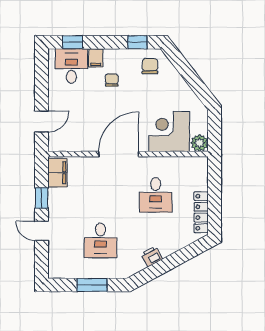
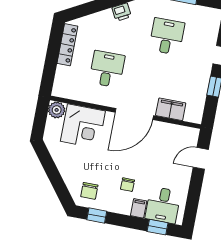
filing cabinet: (57, 173) -> (171, 109), moved, turned 90

